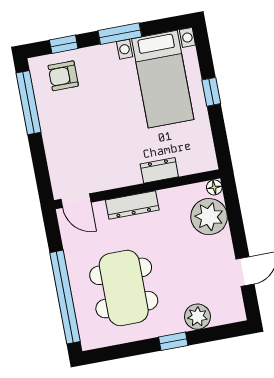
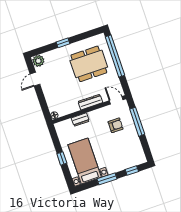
armchair: (63, 76) -> (116, 125), moved
window: (29, 103) -> (137, 122), moved
plant: (209, 217) -> (55, 102), removed
dining table: (124, 288) -> (89, 64), turned 90
plant: (197, 317) -> (38, 61), moved

